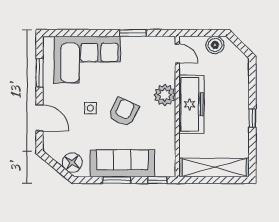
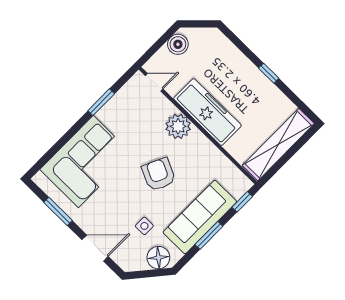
side table: (90, 108) -> (144, 226), moved

